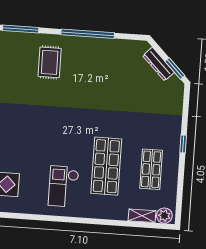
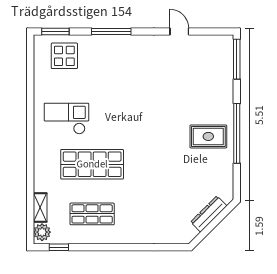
rug: (50, 62) -> (208, 136), moved
window: (175, 69) -> (205, 232), removed
window: (183, 144) -> (59, 247), moved

